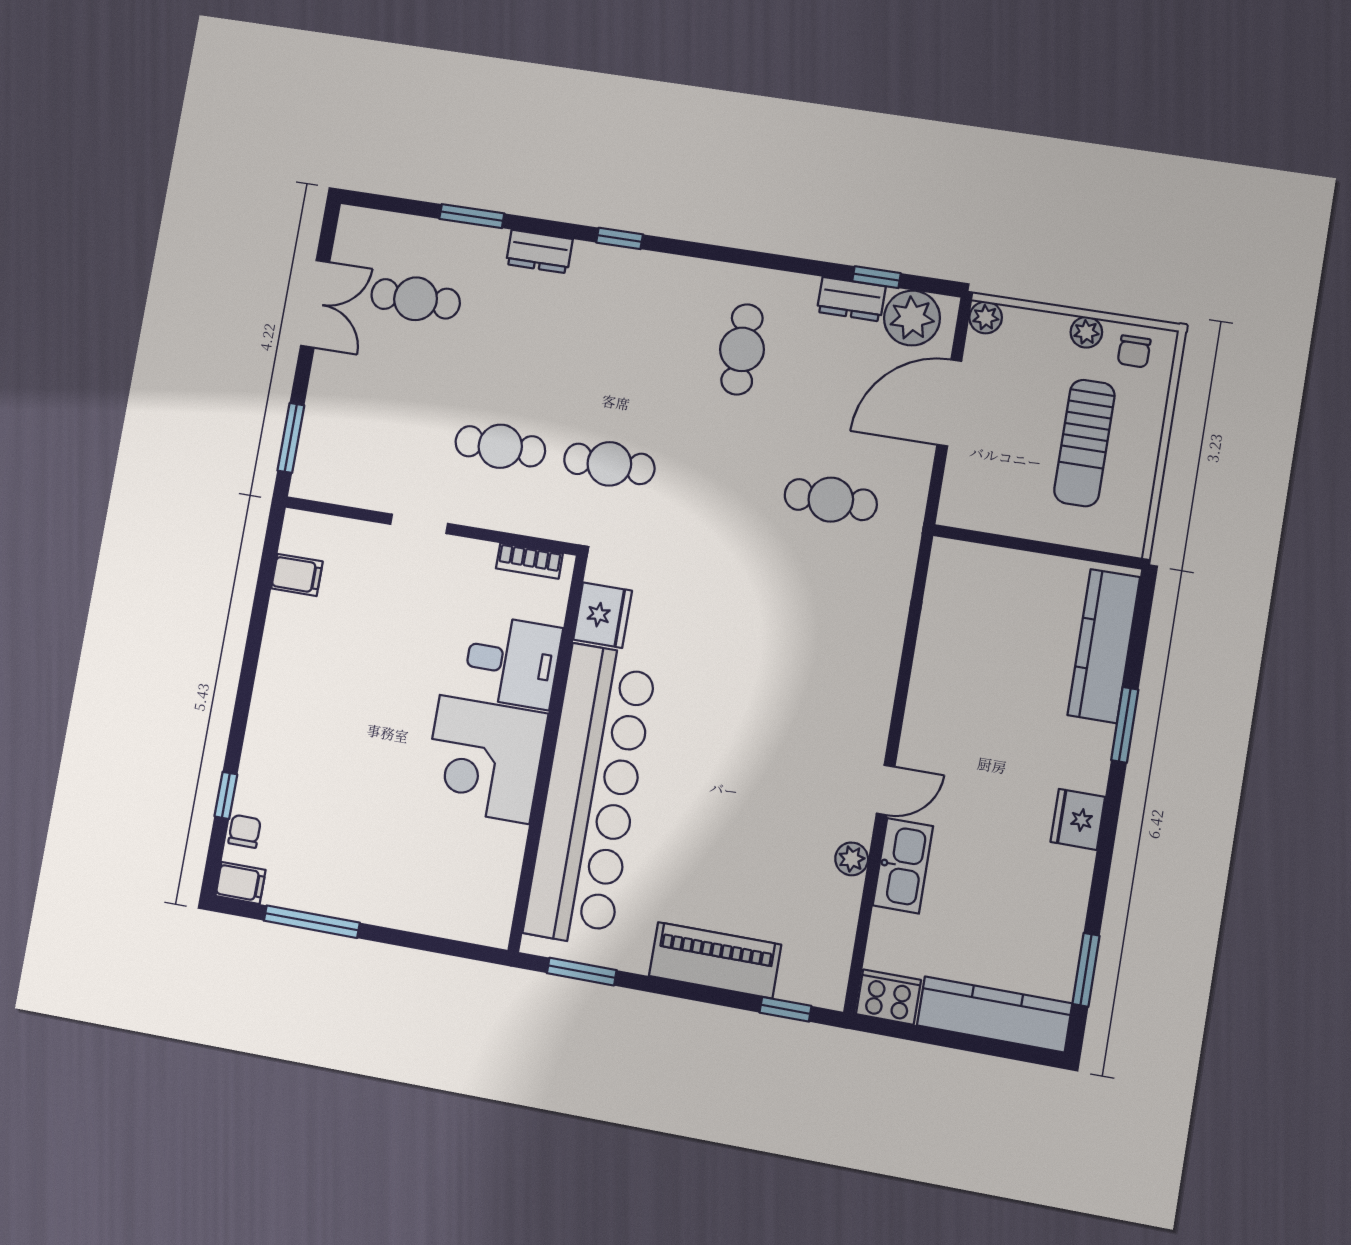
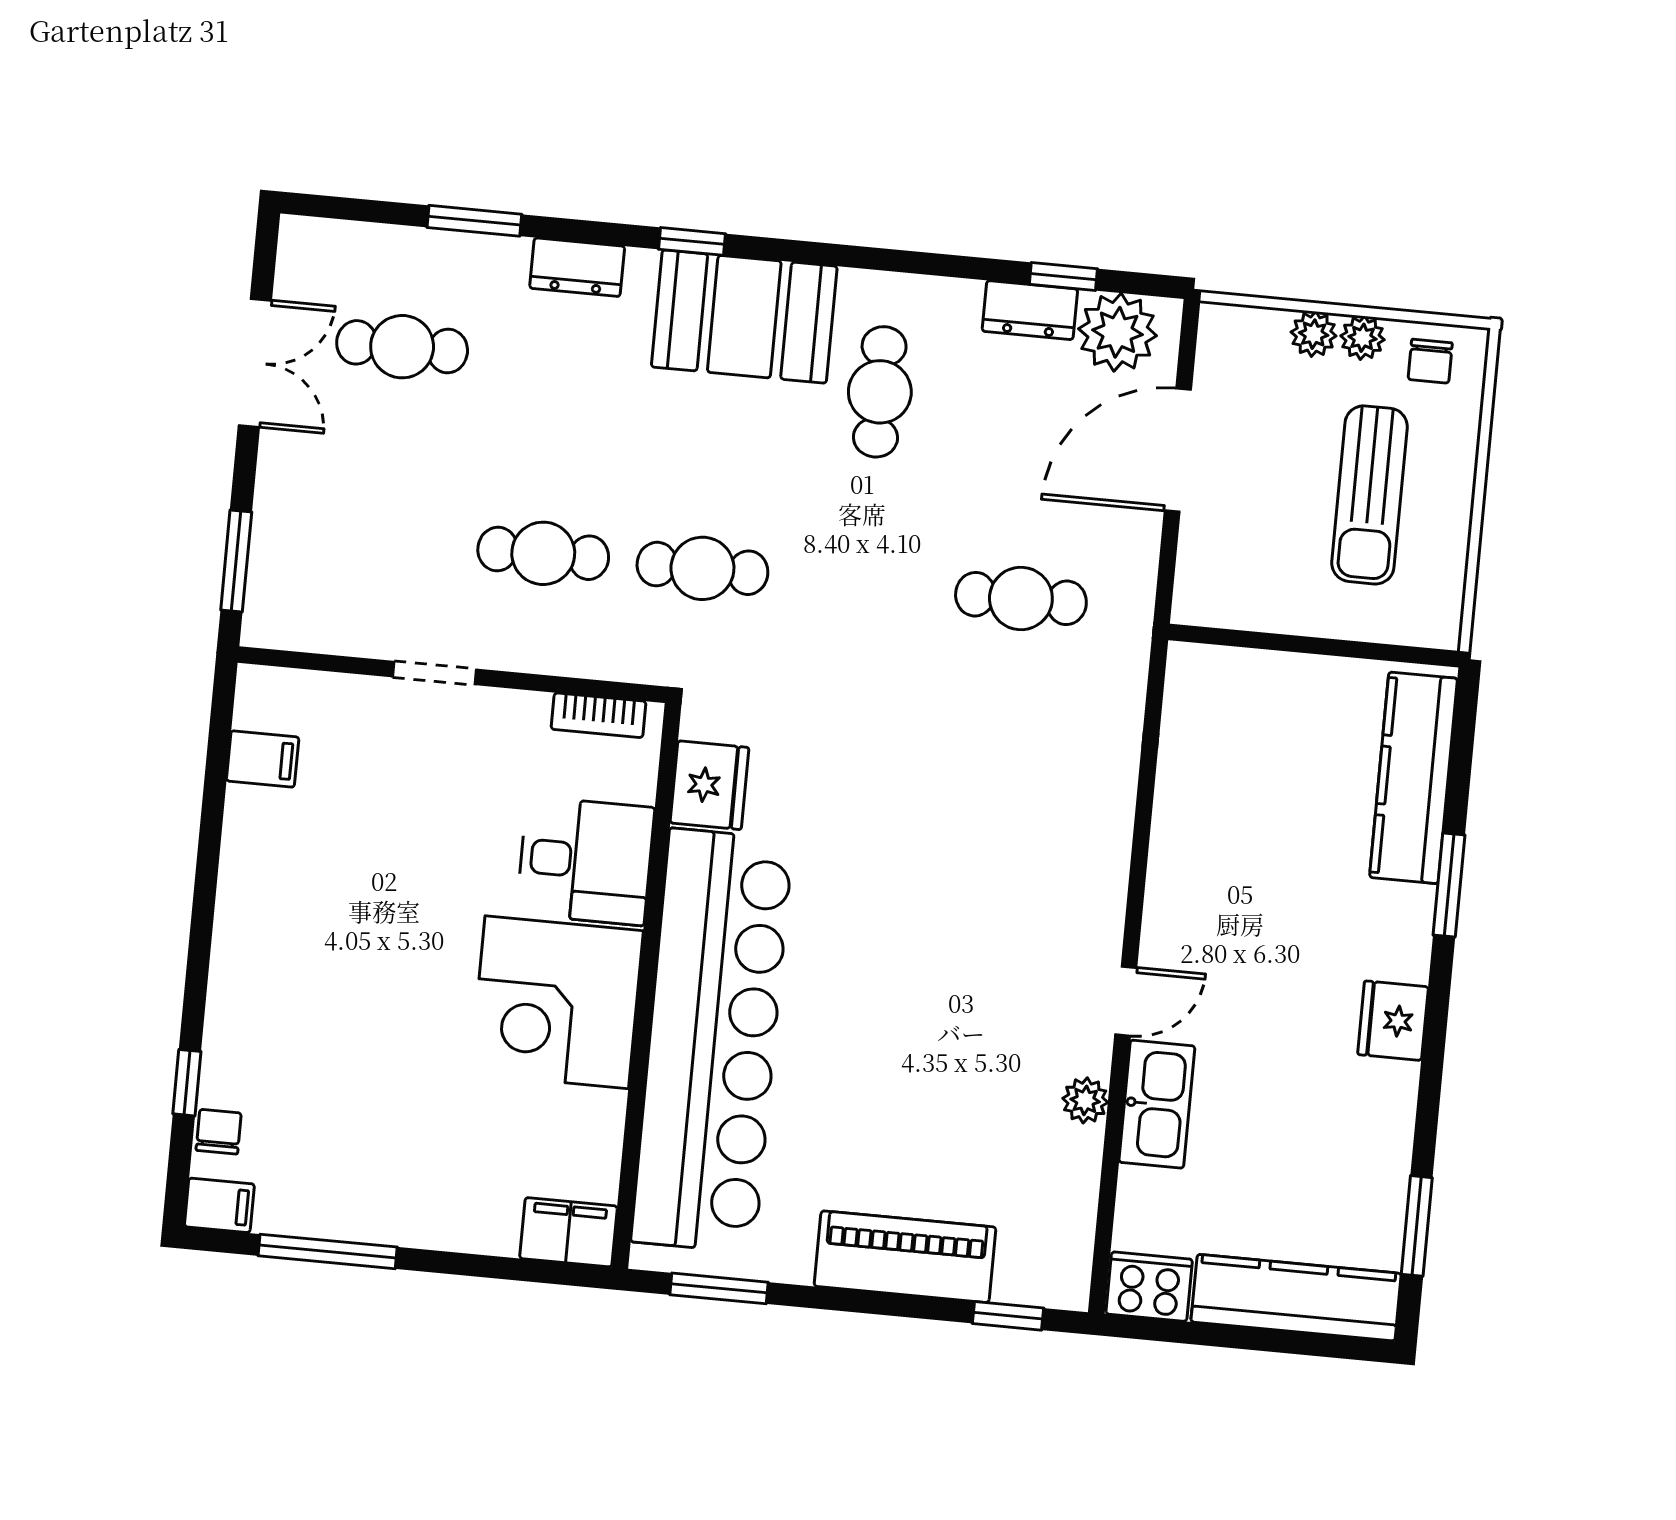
booth: (652, 292) -> (744, 317), added
plant: (986, 317) -> (1314, 334), moved
filing cabinet: (479, 922) -> (568, 1232), added

